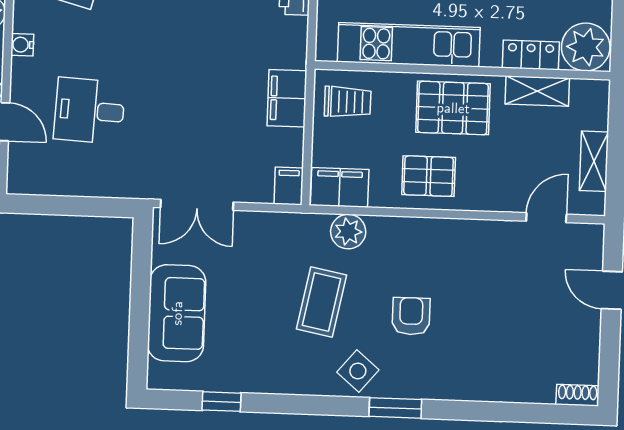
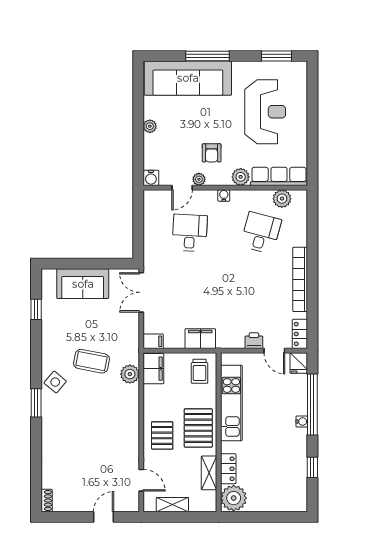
pallet: (429, 176) -> (162, 435), moved
armchair: (411, 316) -> (86, 410), removed

